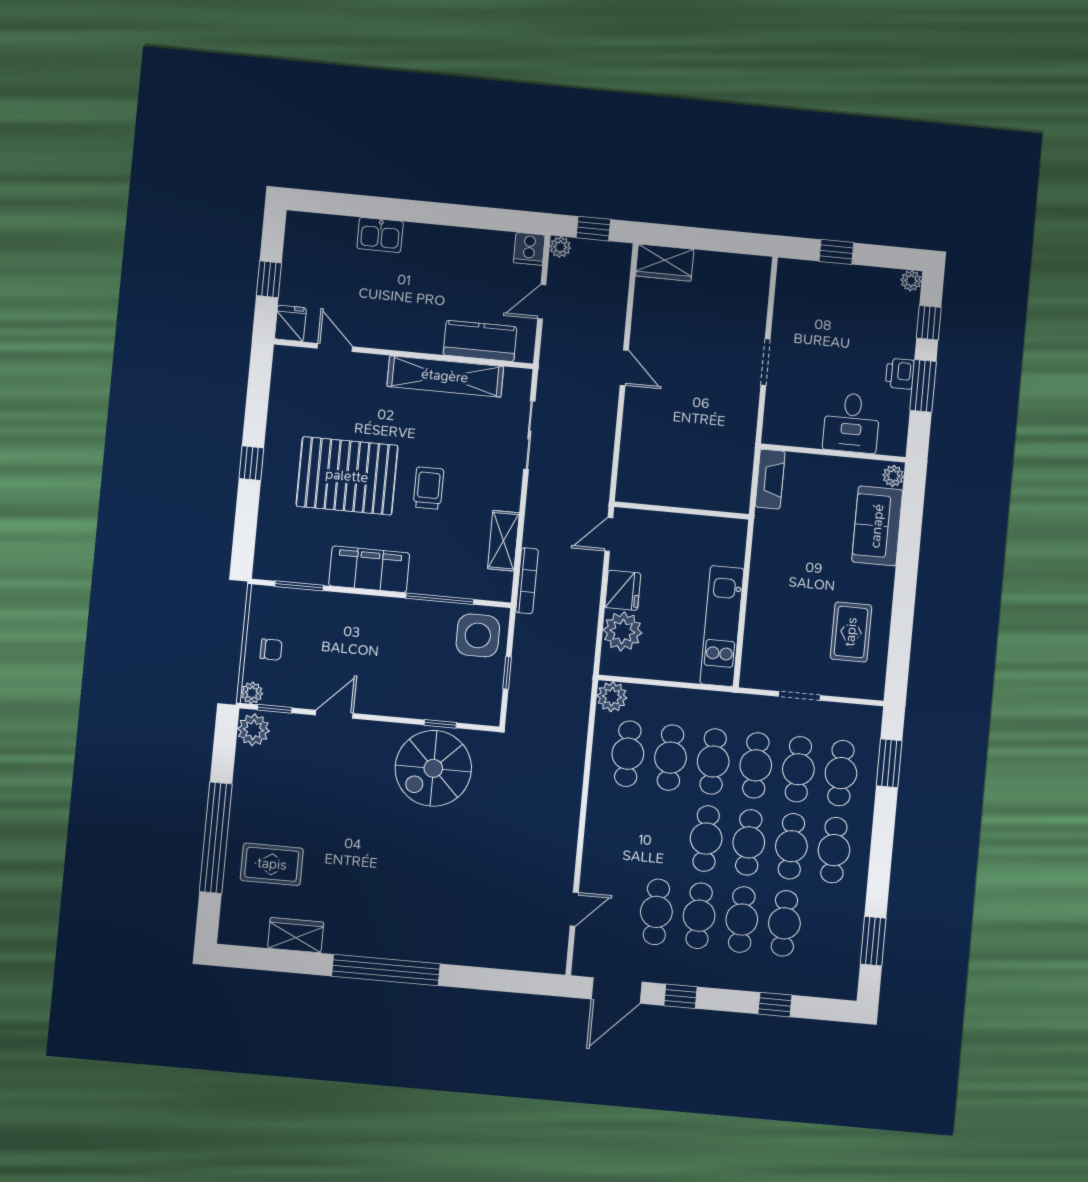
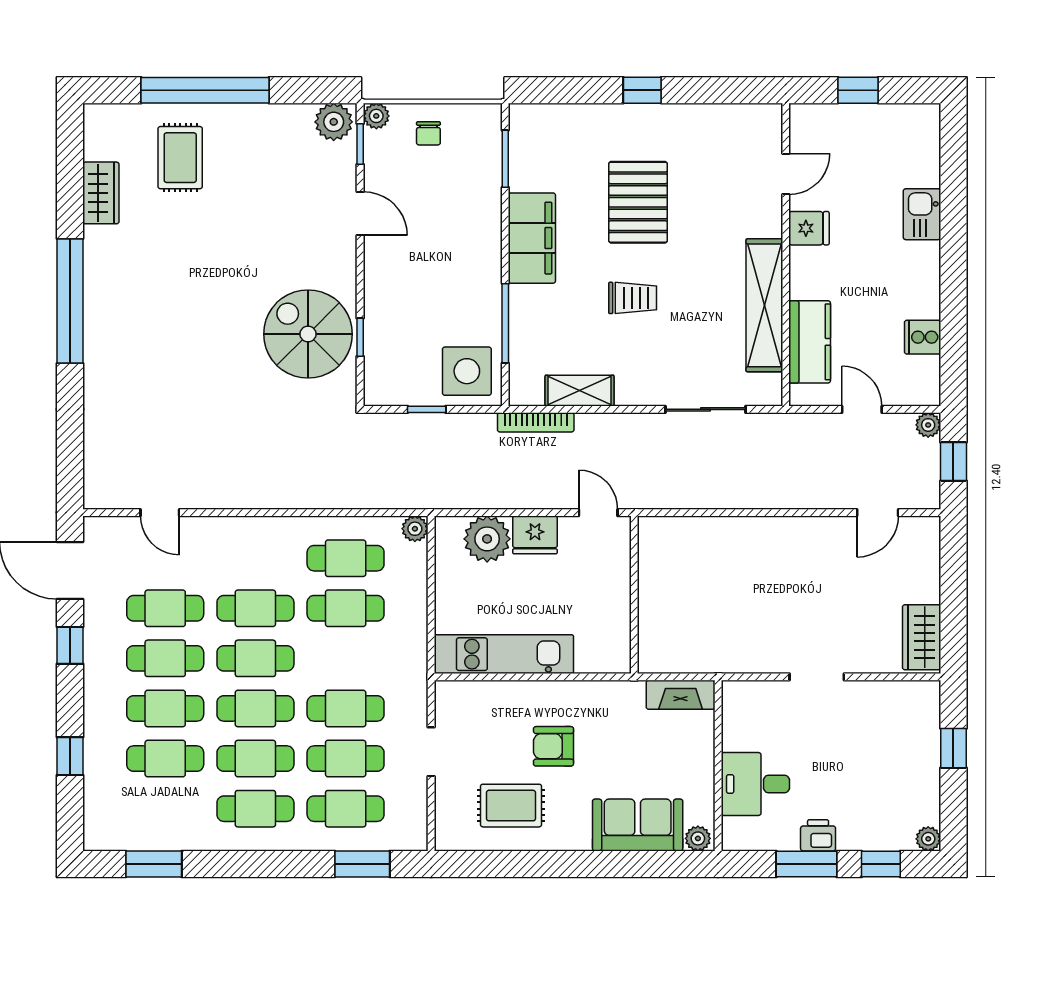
cooker: (529, 249) -> (923, 337), moved
wardrobe: (665, 263) -> (922, 637), moved
fridge: (290, 323) -> (809, 228), moved
door: (624, 368) -> (878, 513), moved
pallet: (347, 476) -> (638, 202), width x0.73, depth x0.71
armchair: (804, 591) -> (553, 746), added
plant: (612, 697) -> (415, 529), width x0.73, depth x0.73
cafe table: (713, 761) -> (255, 608), moved

